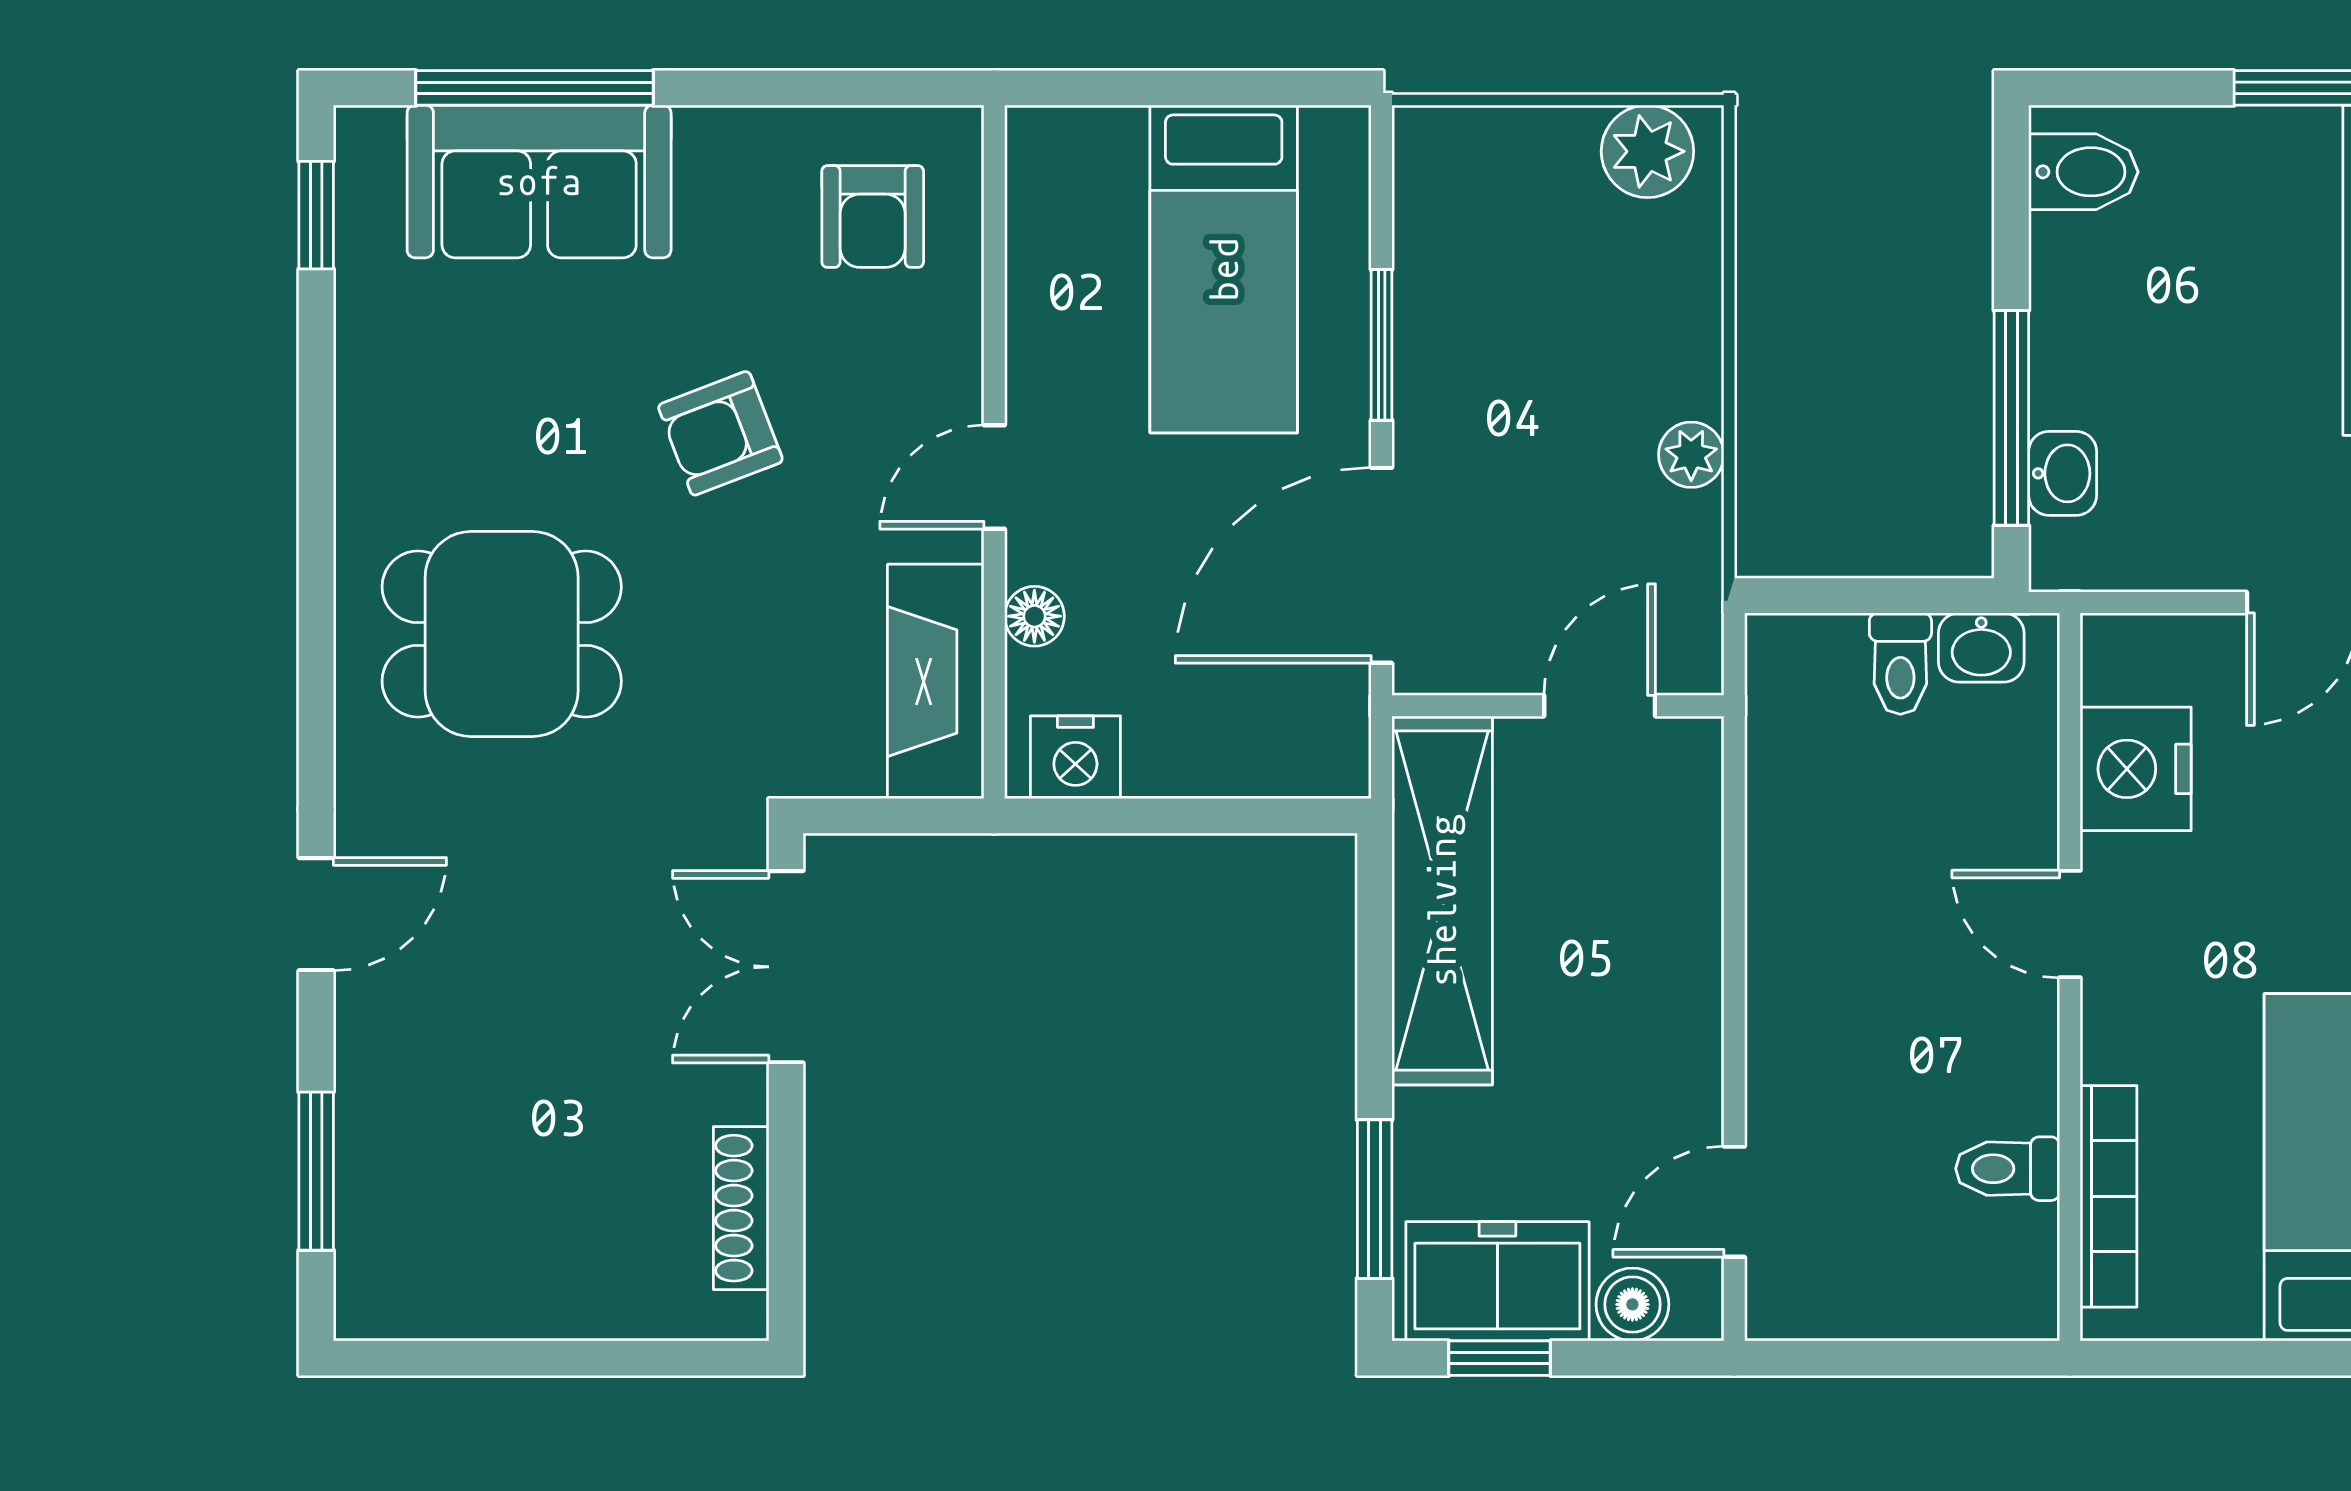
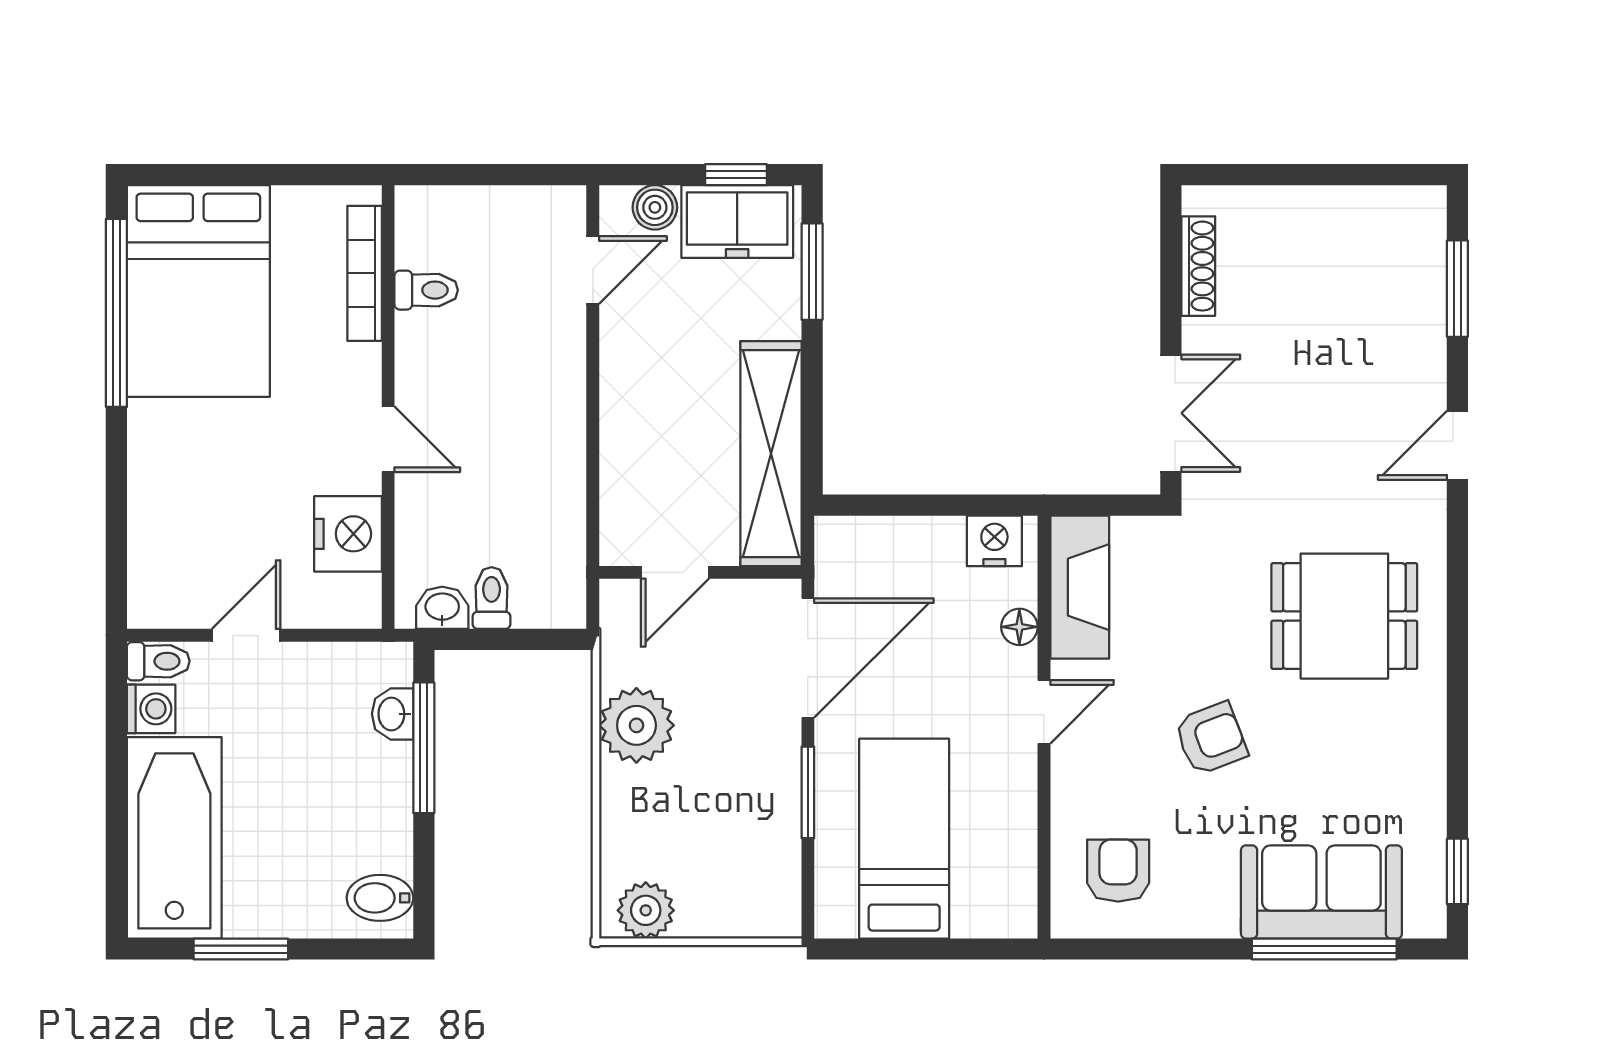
plant: (1691, 455) -> (636, 725), width x1.88, depth x1.88

